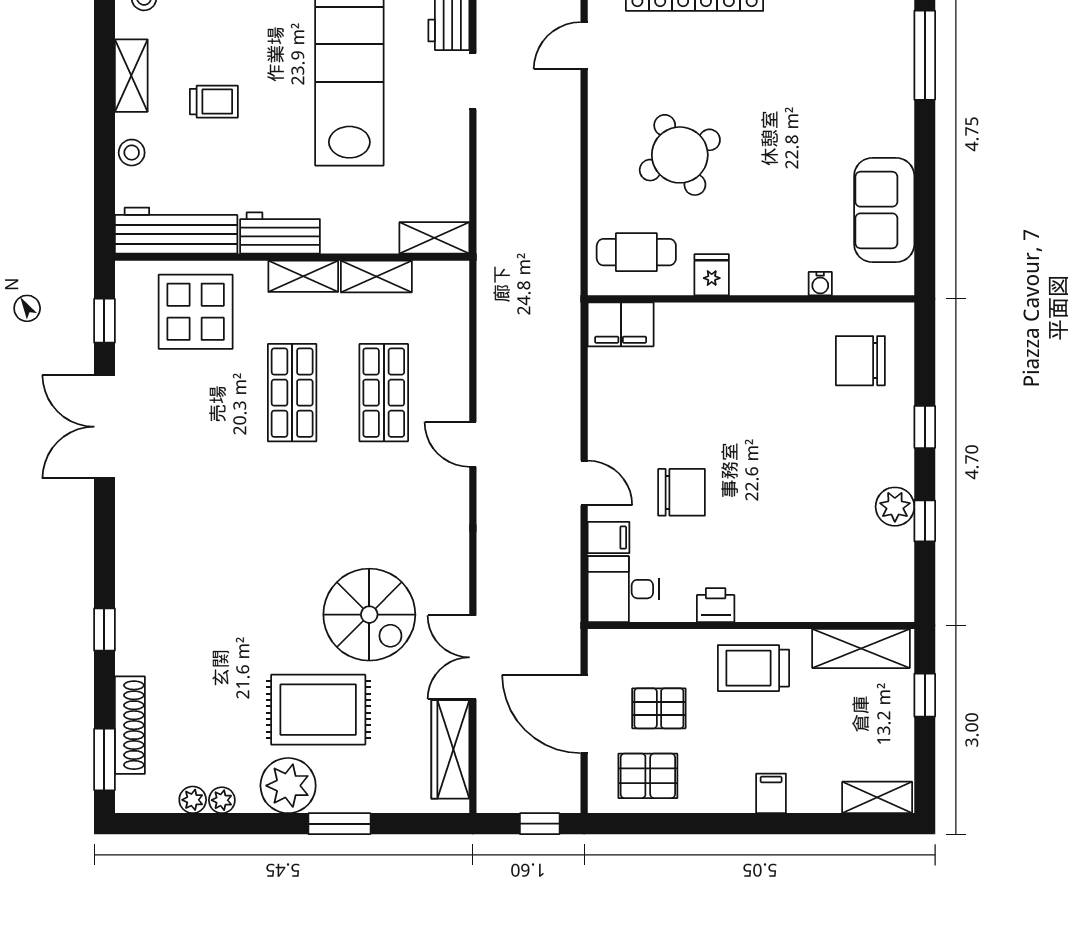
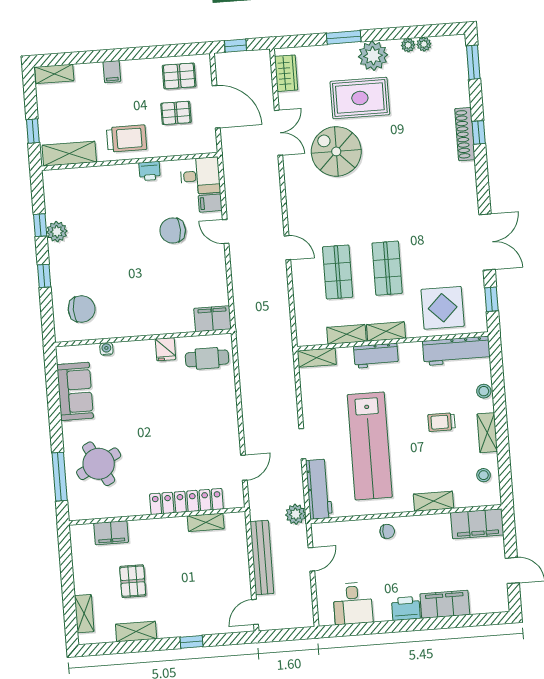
round table: (680, 155) -> (99, 464), moved
workbench: (280, 233) -> (376, 356), moved
shoe rack: (130, 725) -> (465, 134), moved
wardrobe: (450, 749) -> (286, 73), width x0.67

